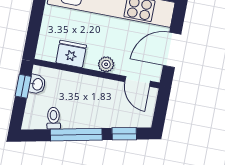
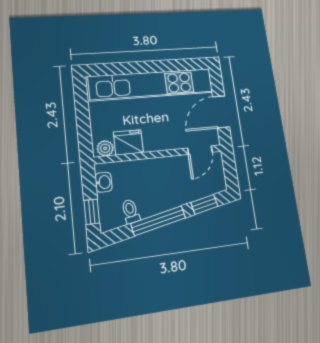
plant: (106, 64) -> (105, 148), moved
door: (138, 81) -> (200, 150), hinge flipped
window: (23, 86) -> (92, 212), moved

